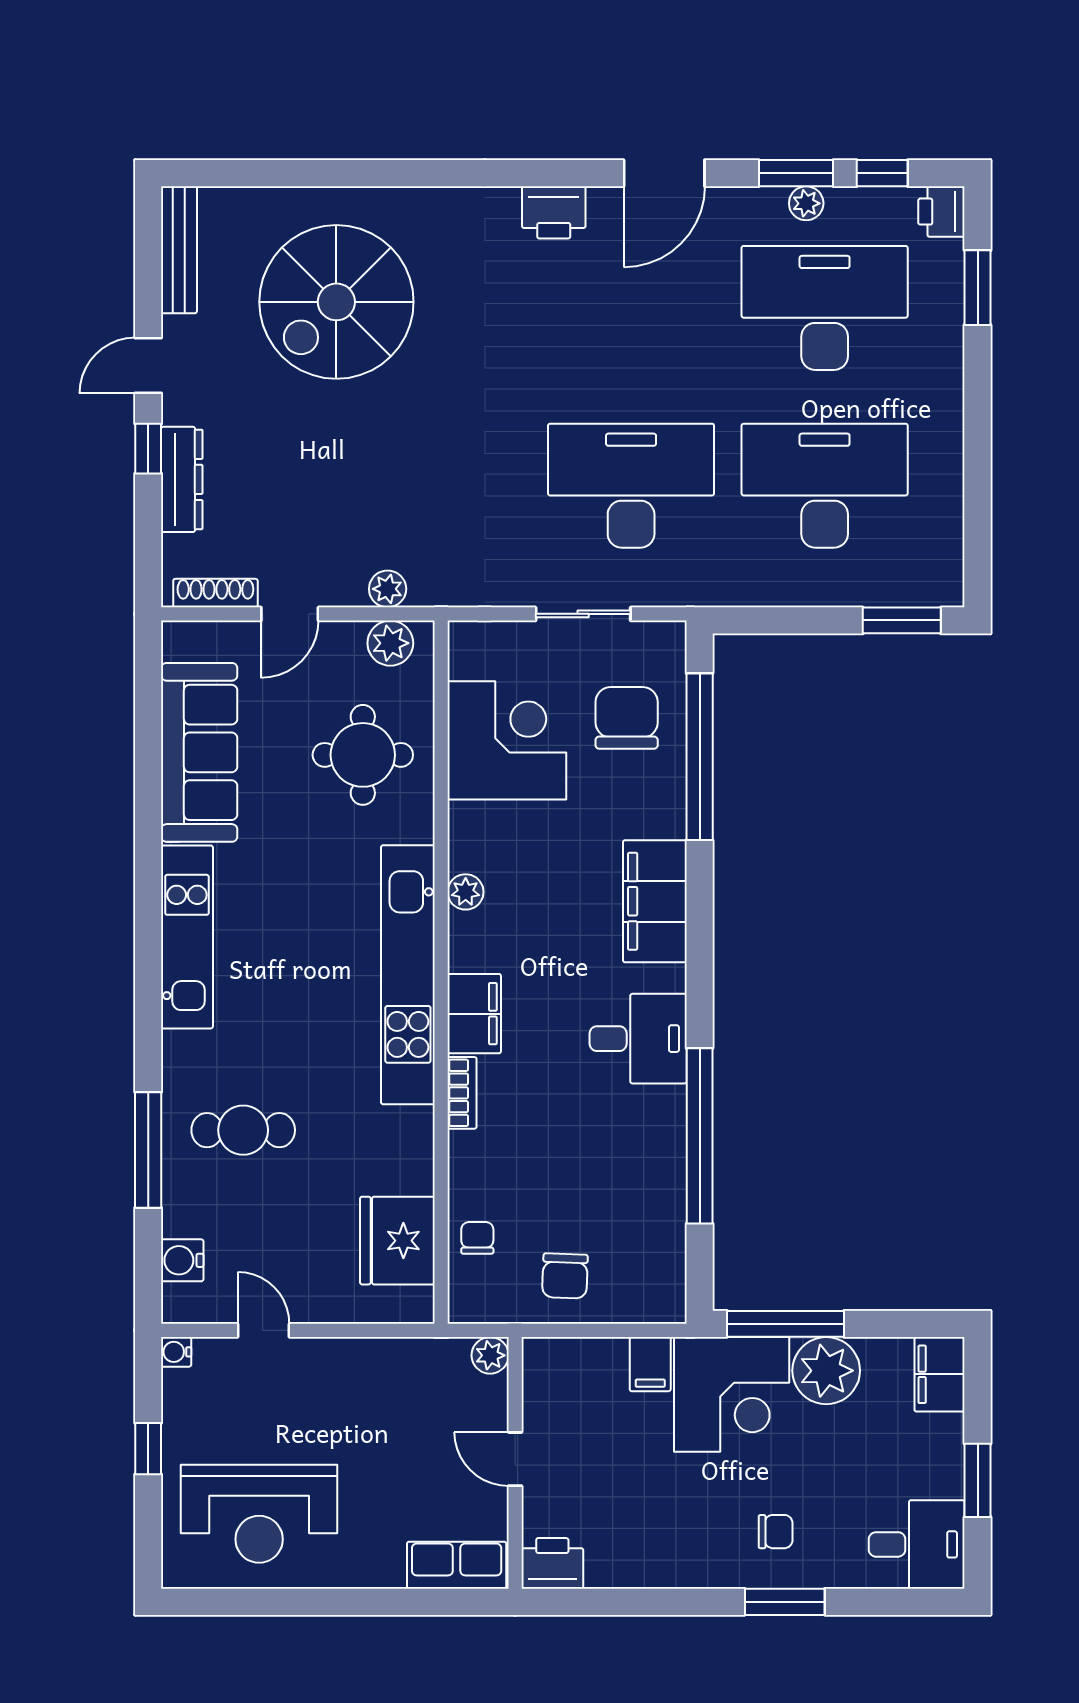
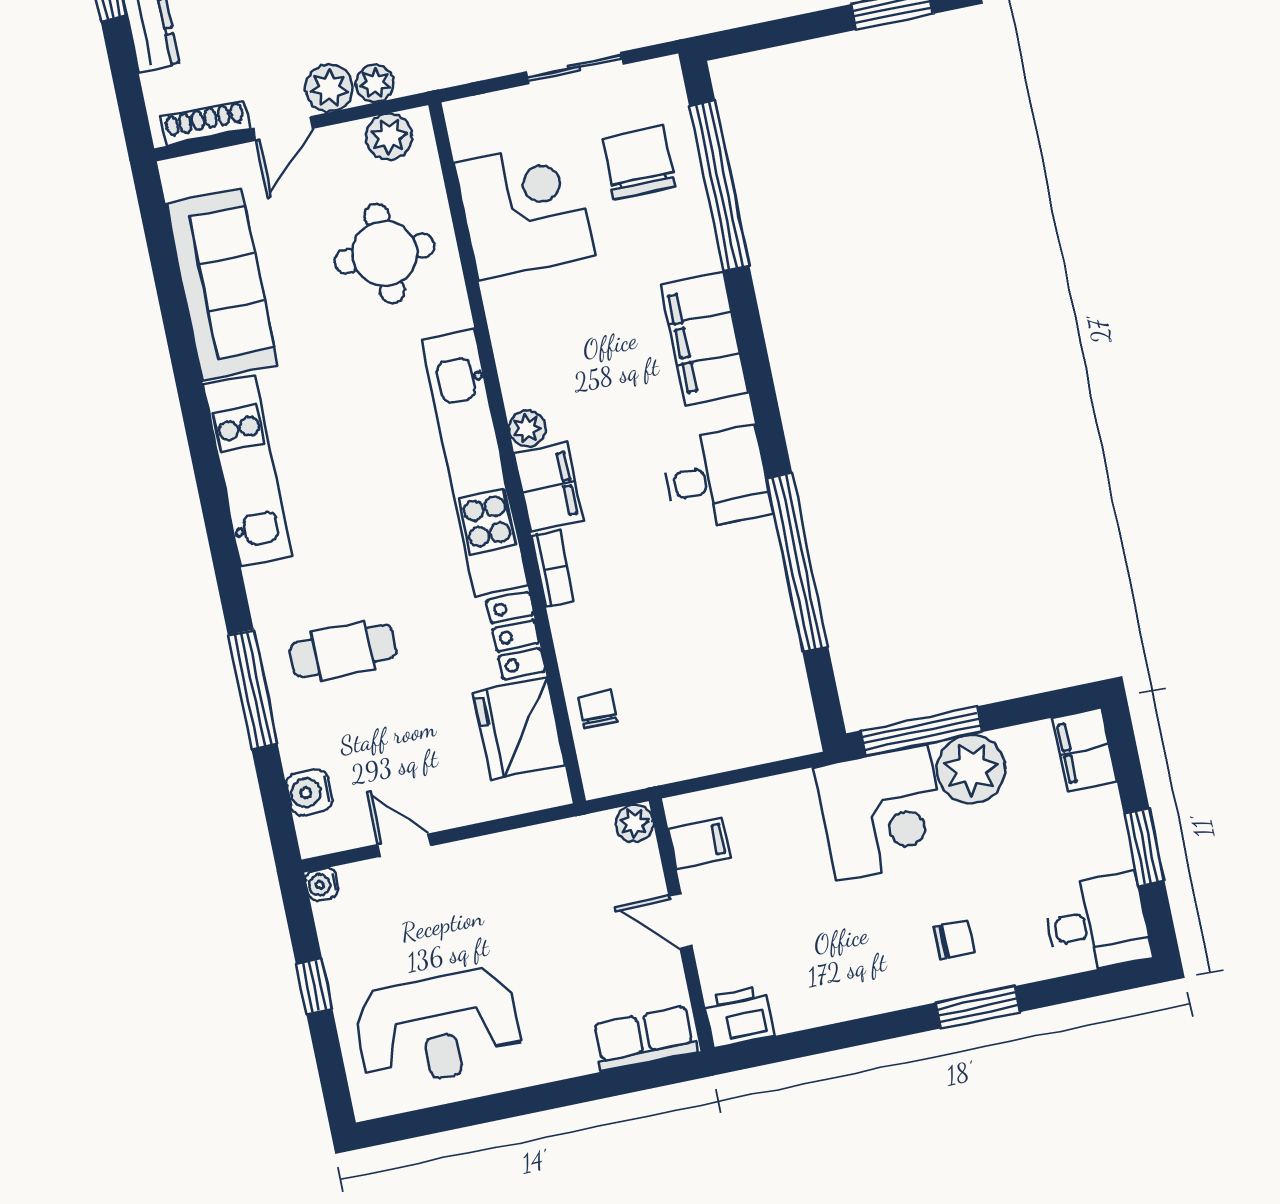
plant: (342, 584) -> (329, 88), added
plant: (466, 892) -> (527, 428), moved
locker: (413, 1150) -> (516, 636), added
chair: (565, 1276) -> (692, 729), removed
filing cabinet: (650, 1364) -> (699, 843), moved, turned -90

